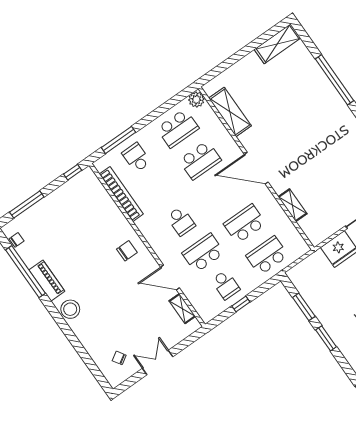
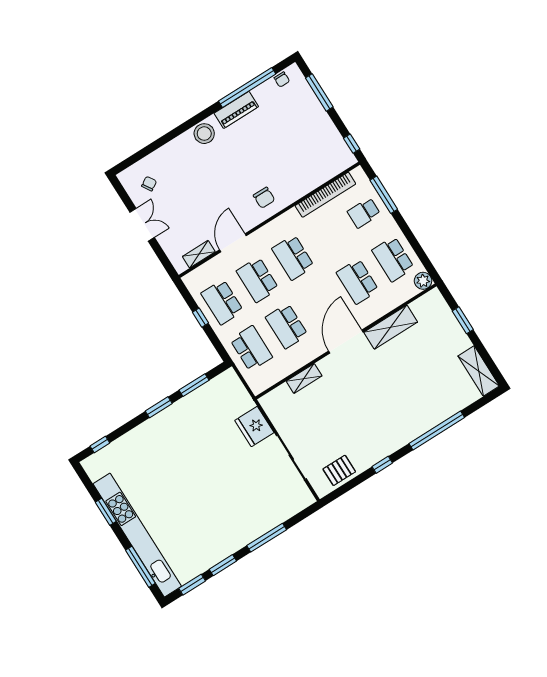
window: (231, 61) -> (463, 320), added
shelving: (230, 112) -> (391, 327), moved
school desk: (136, 158) -> (364, 213), turned 180
school desk: (181, 221) -> (293, 257), width x1.85
school desk: (245, 224) -> (287, 326), turned 180
school desk: (203, 253) -> (258, 280), turned 180
school desk: (226, 285) -> (222, 302), width x1.85

